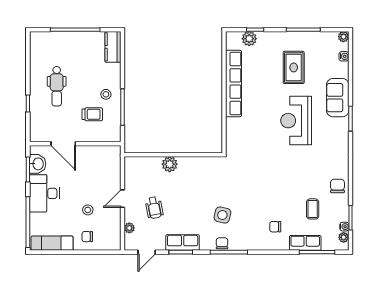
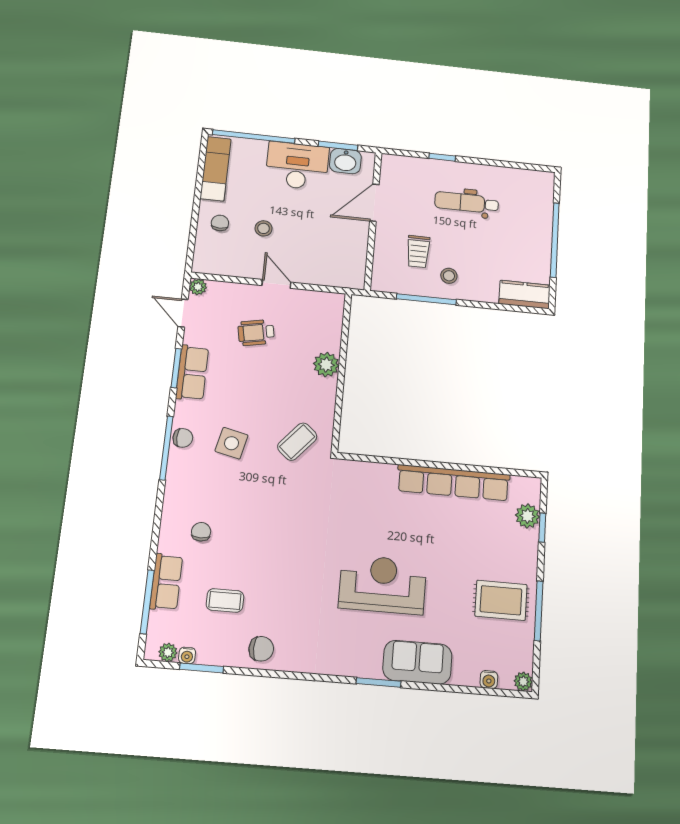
rug: (294, 67) -> (501, 600), moved
coffee table: (218, 177) -> (297, 442), added
plant: (129, 228) -> (198, 287), moved

